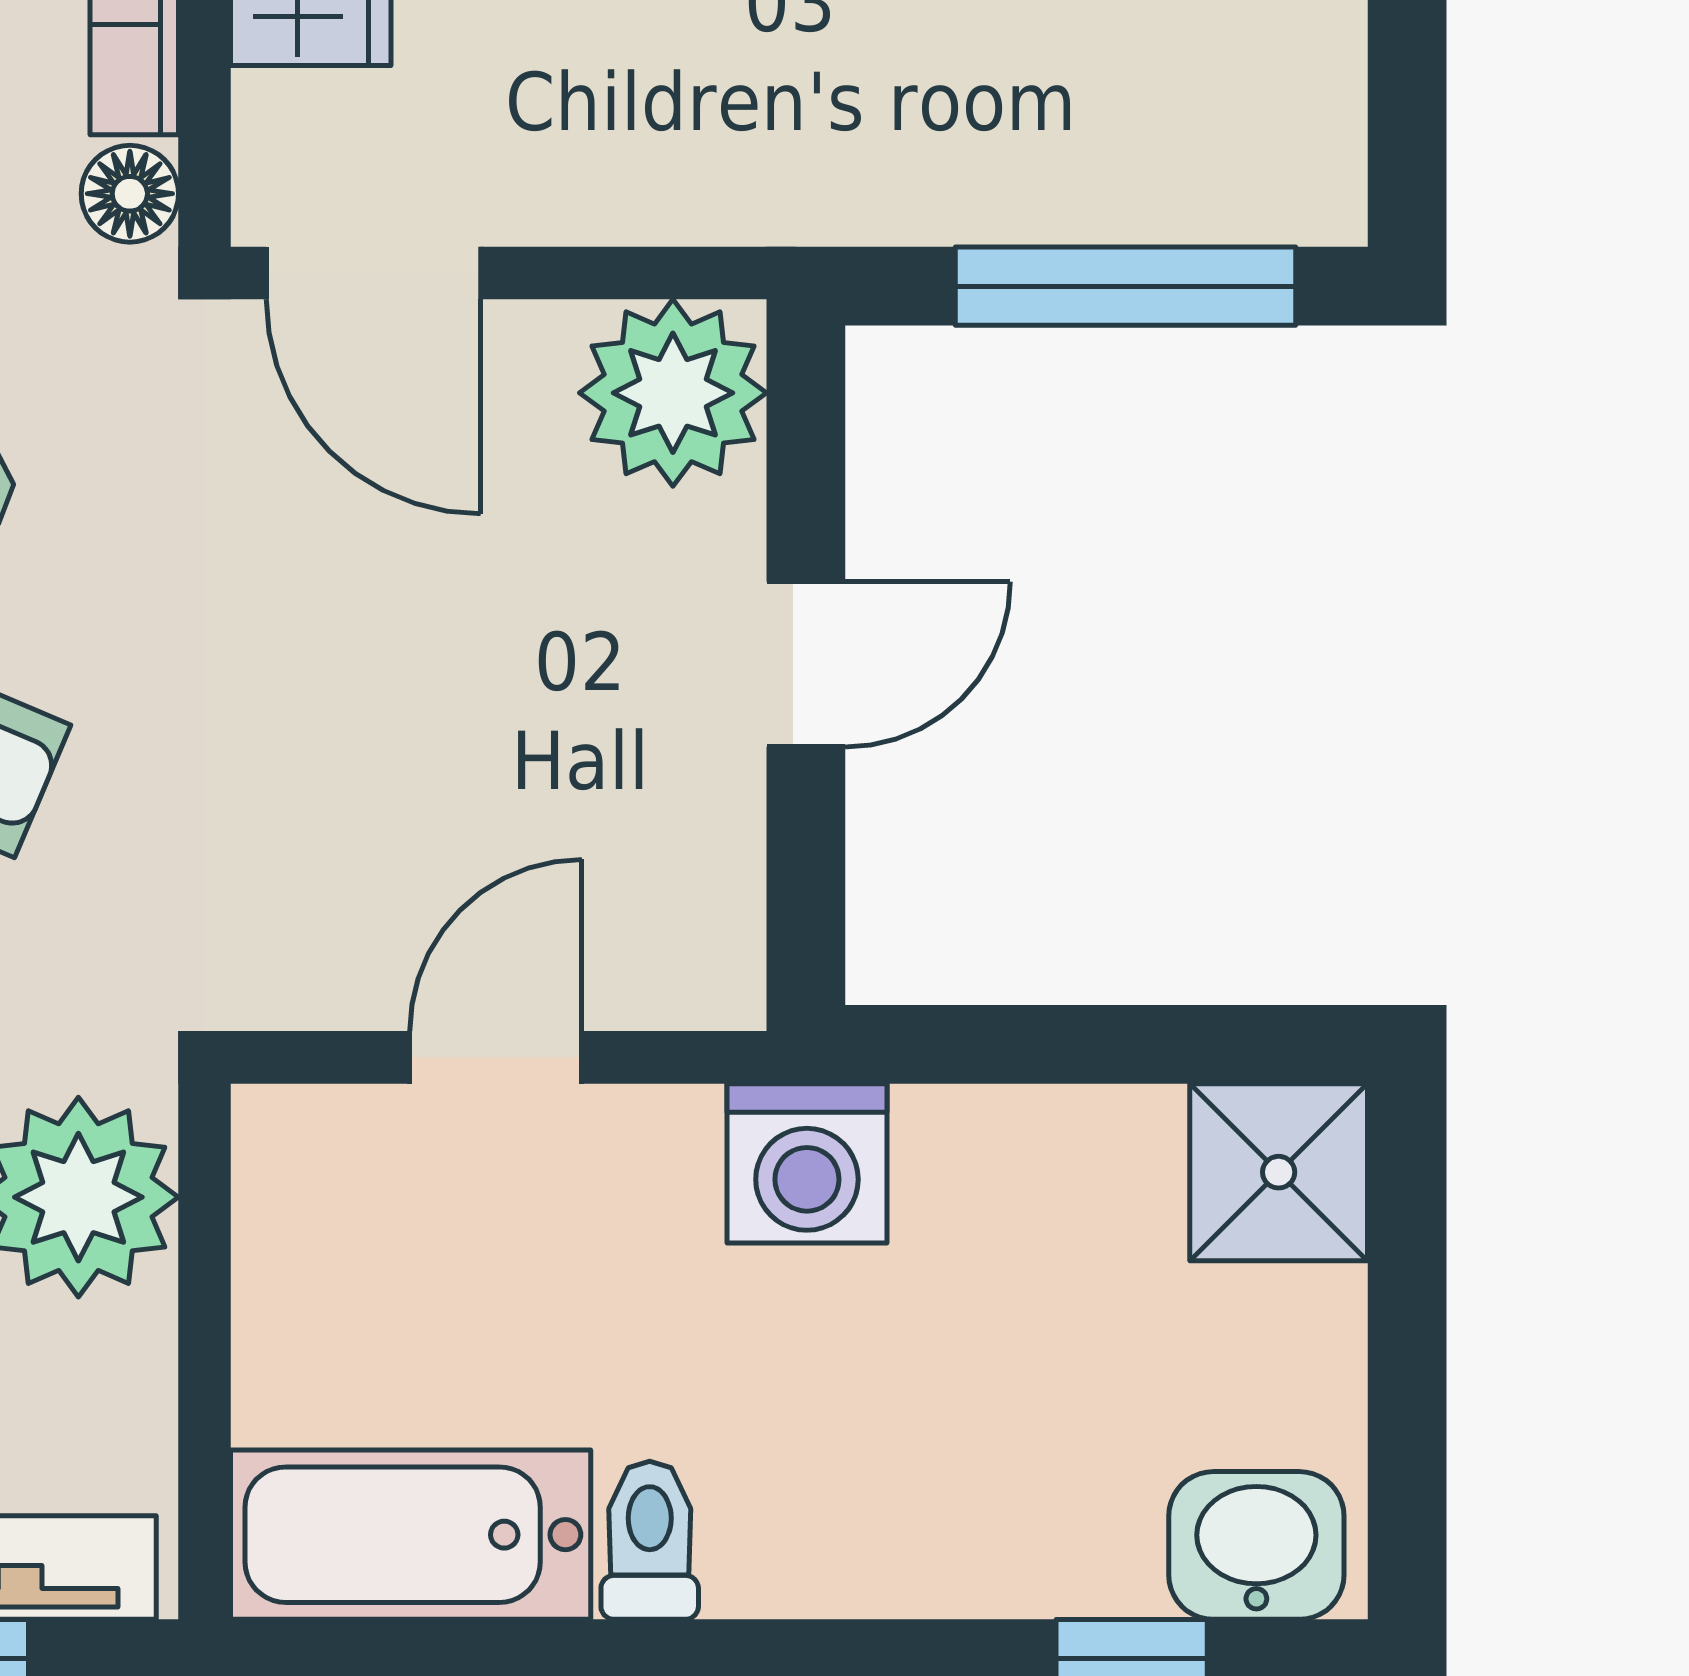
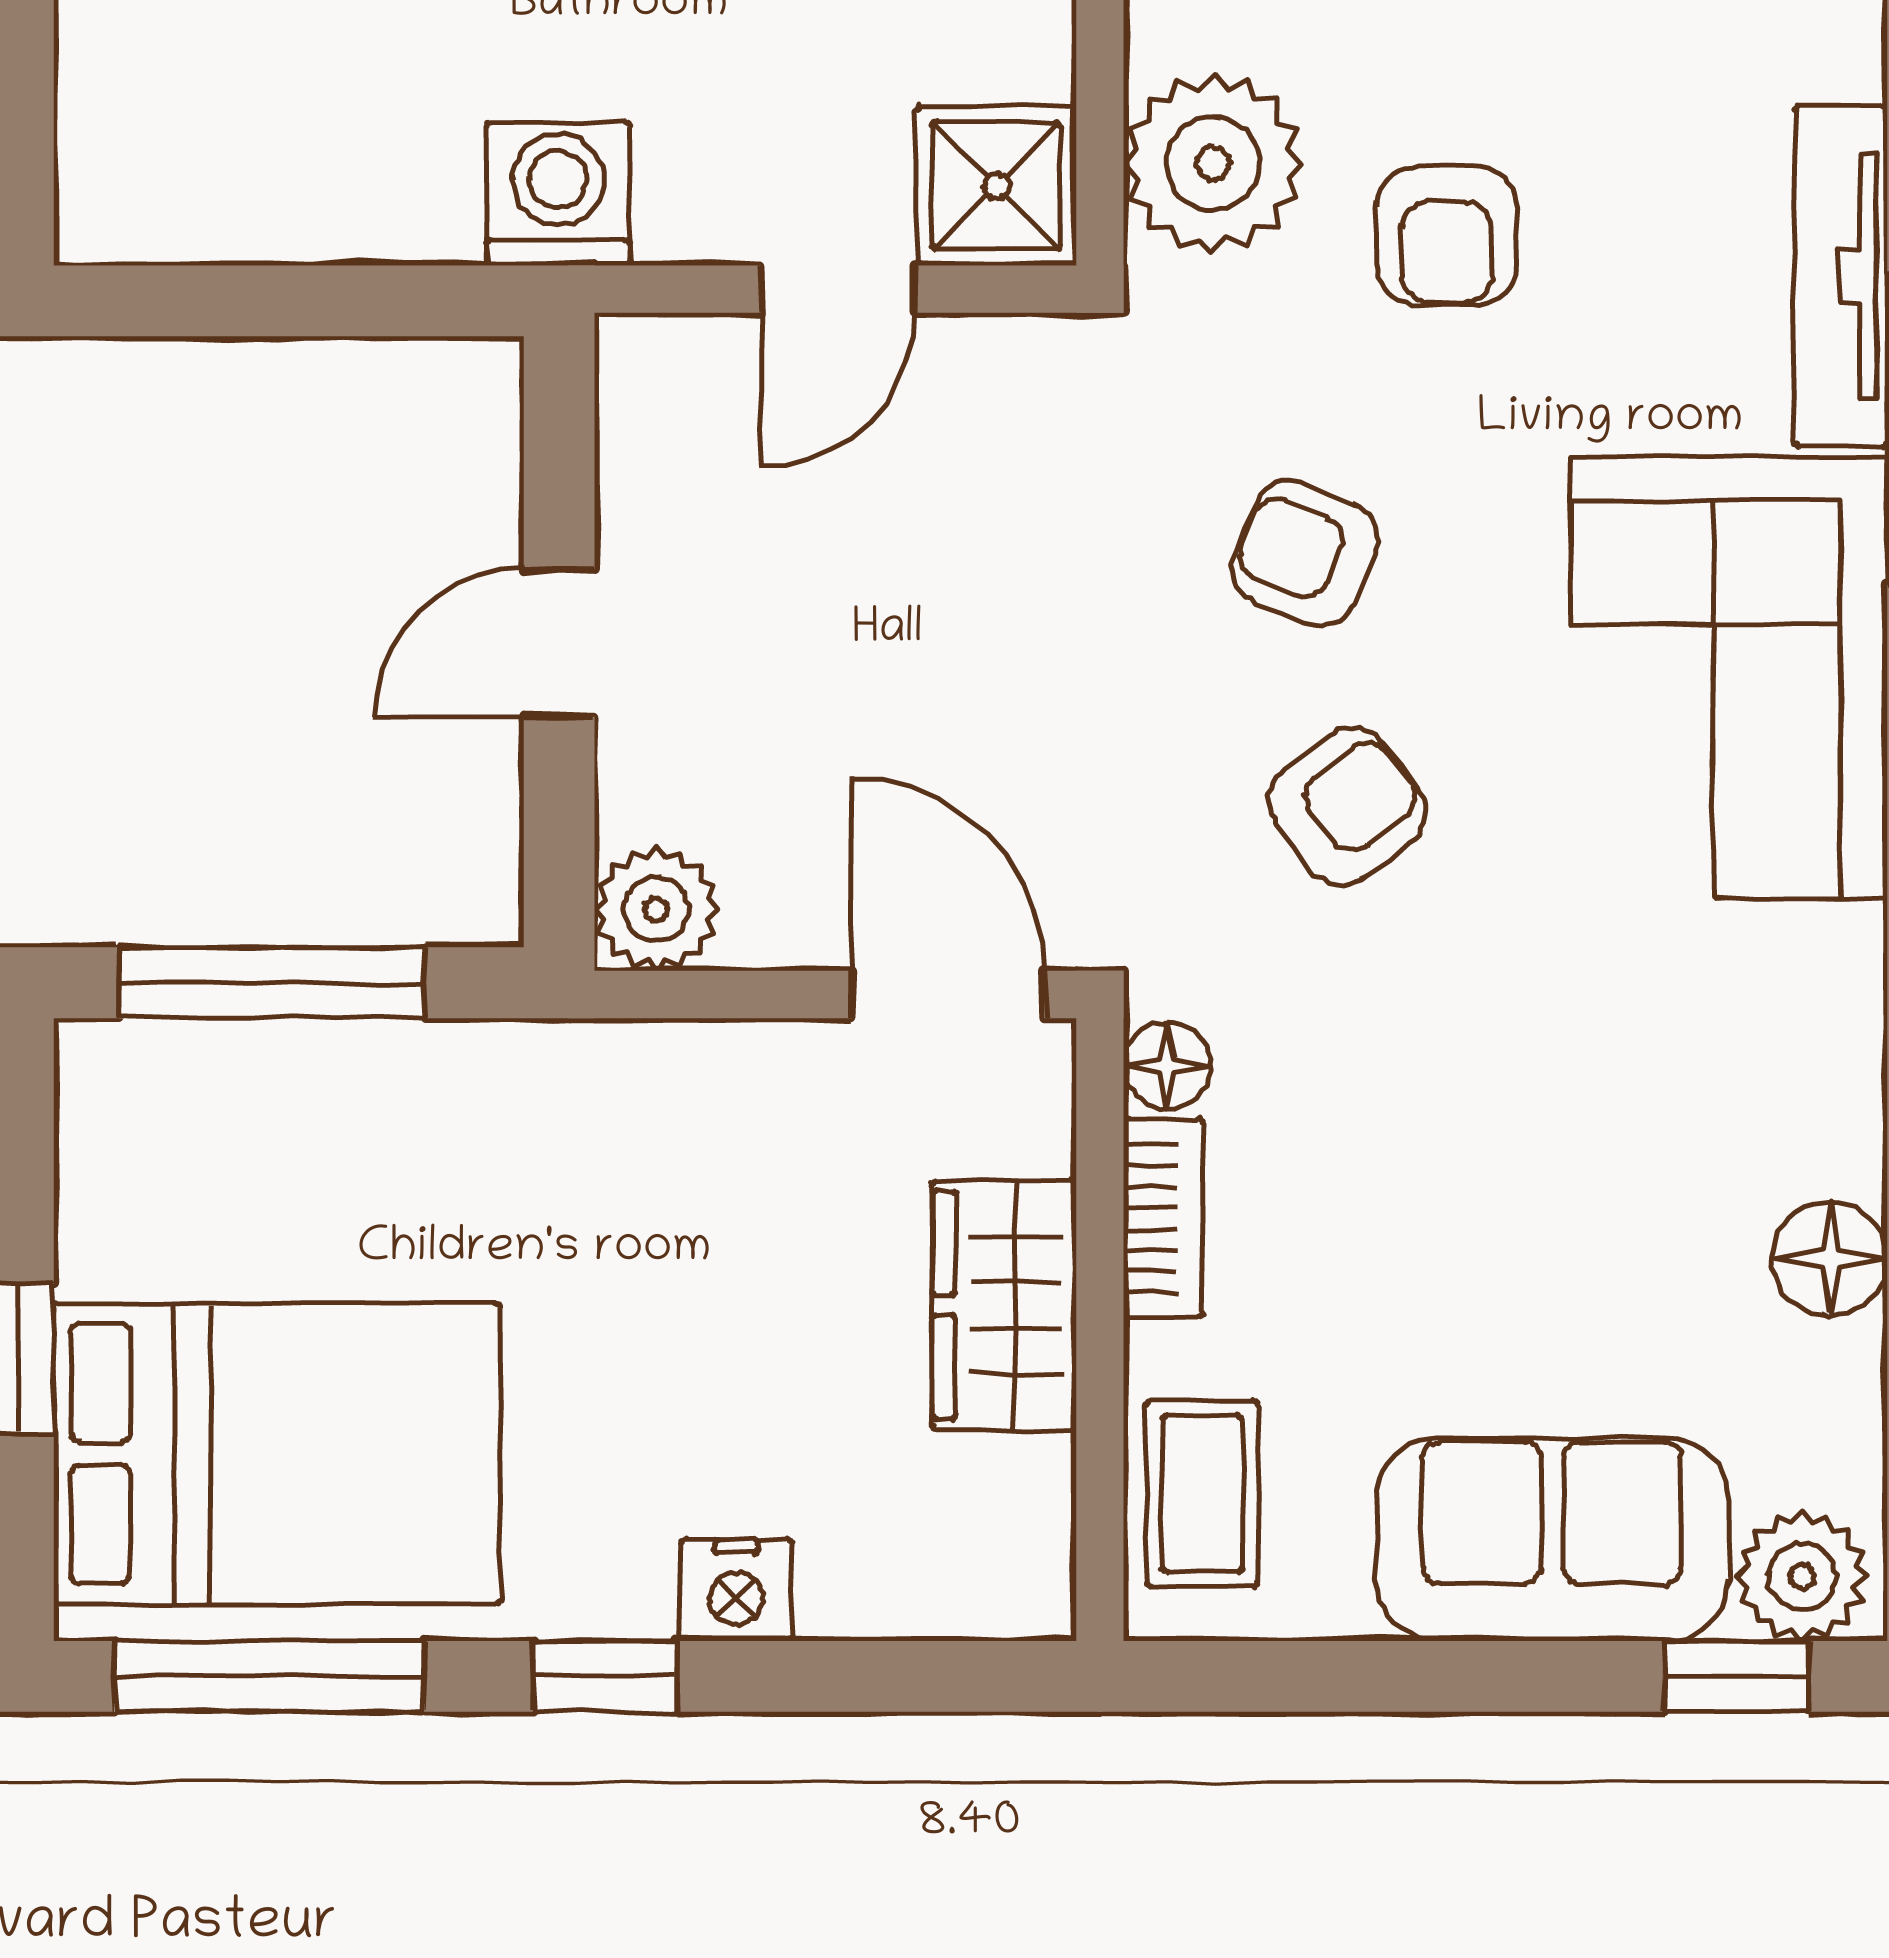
plant: (673, 393) -> (656, 909), width x0.73, depth x0.73
shower: (1279, 1172) -> (997, 186), moved

